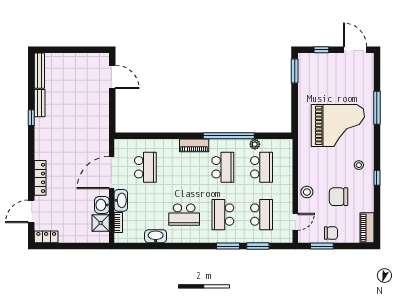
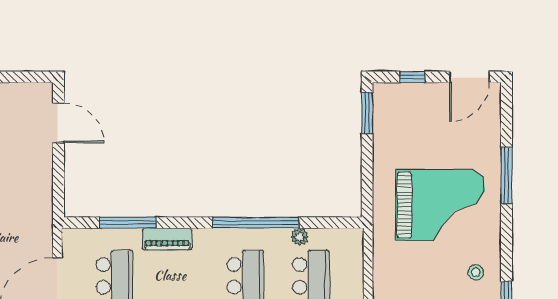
door: (355, 50) -> (469, 77), swing flipped
window: (153, 136) -> (128, 223), added
piano: (194, 145) -> (167, 239), moved

